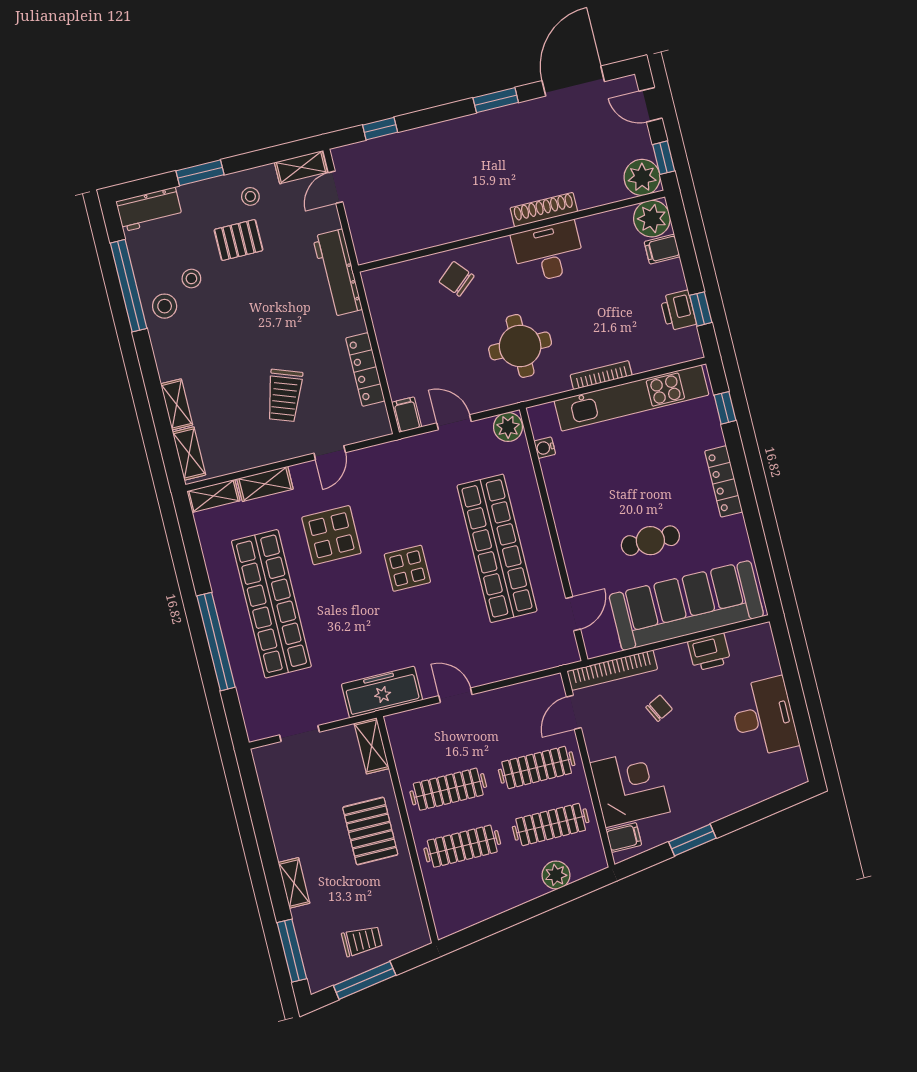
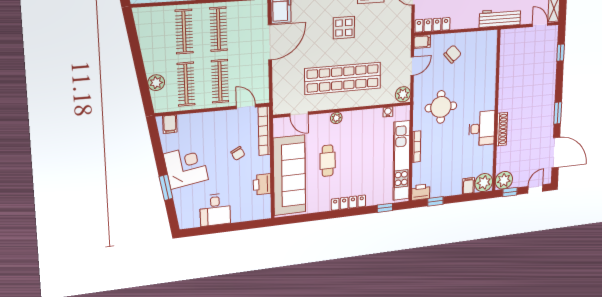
chair: (457, 279) -> (453, 54), moved
printer: (678, 311) -> (421, 192), moved
locker: (365, 369) -> (432, 25), moved
plant: (570, 543) -> (336, 118), added
door: (455, 695) -> (270, 42), width x1.88
desk: (764, 717) -> (215, 210), width x0.73
corner desk: (630, 787) -> (186, 167), moved, turned -99
window: (692, 840) -> (166, 187), moved

